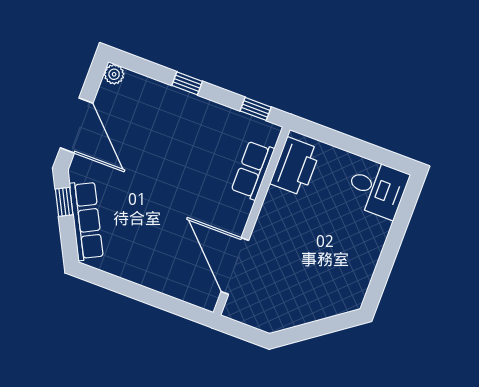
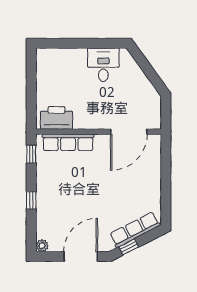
row of seats: (253, 170) -> (68, 142), width x1.48
desk: (377, 188) -> (103, 65), moved

